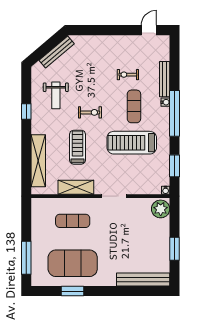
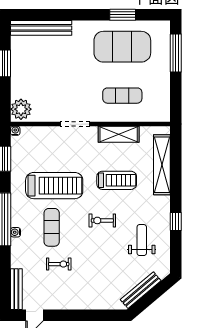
bench: (165, 79) -> (16, 289), moved
treadmill: (77, 147) -> (117, 180), turned -90

